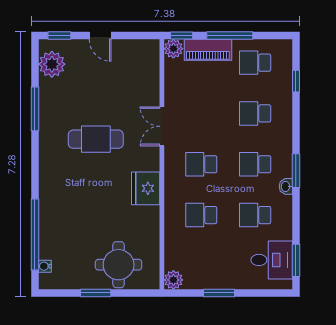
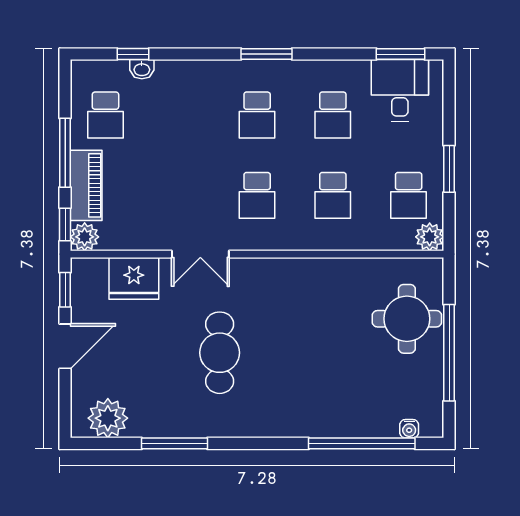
window: (59, 36) -> (65, 290), moved
door: (100, 36) -> (65, 346), width x1.38
school desk: (255, 113) -> (409, 195), moved
washbasin: (286, 186) -> (142, 69), moved
fridge: (146, 188) -> (134, 278), moved
window: (96, 293) -> (449, 353), width x2.11

